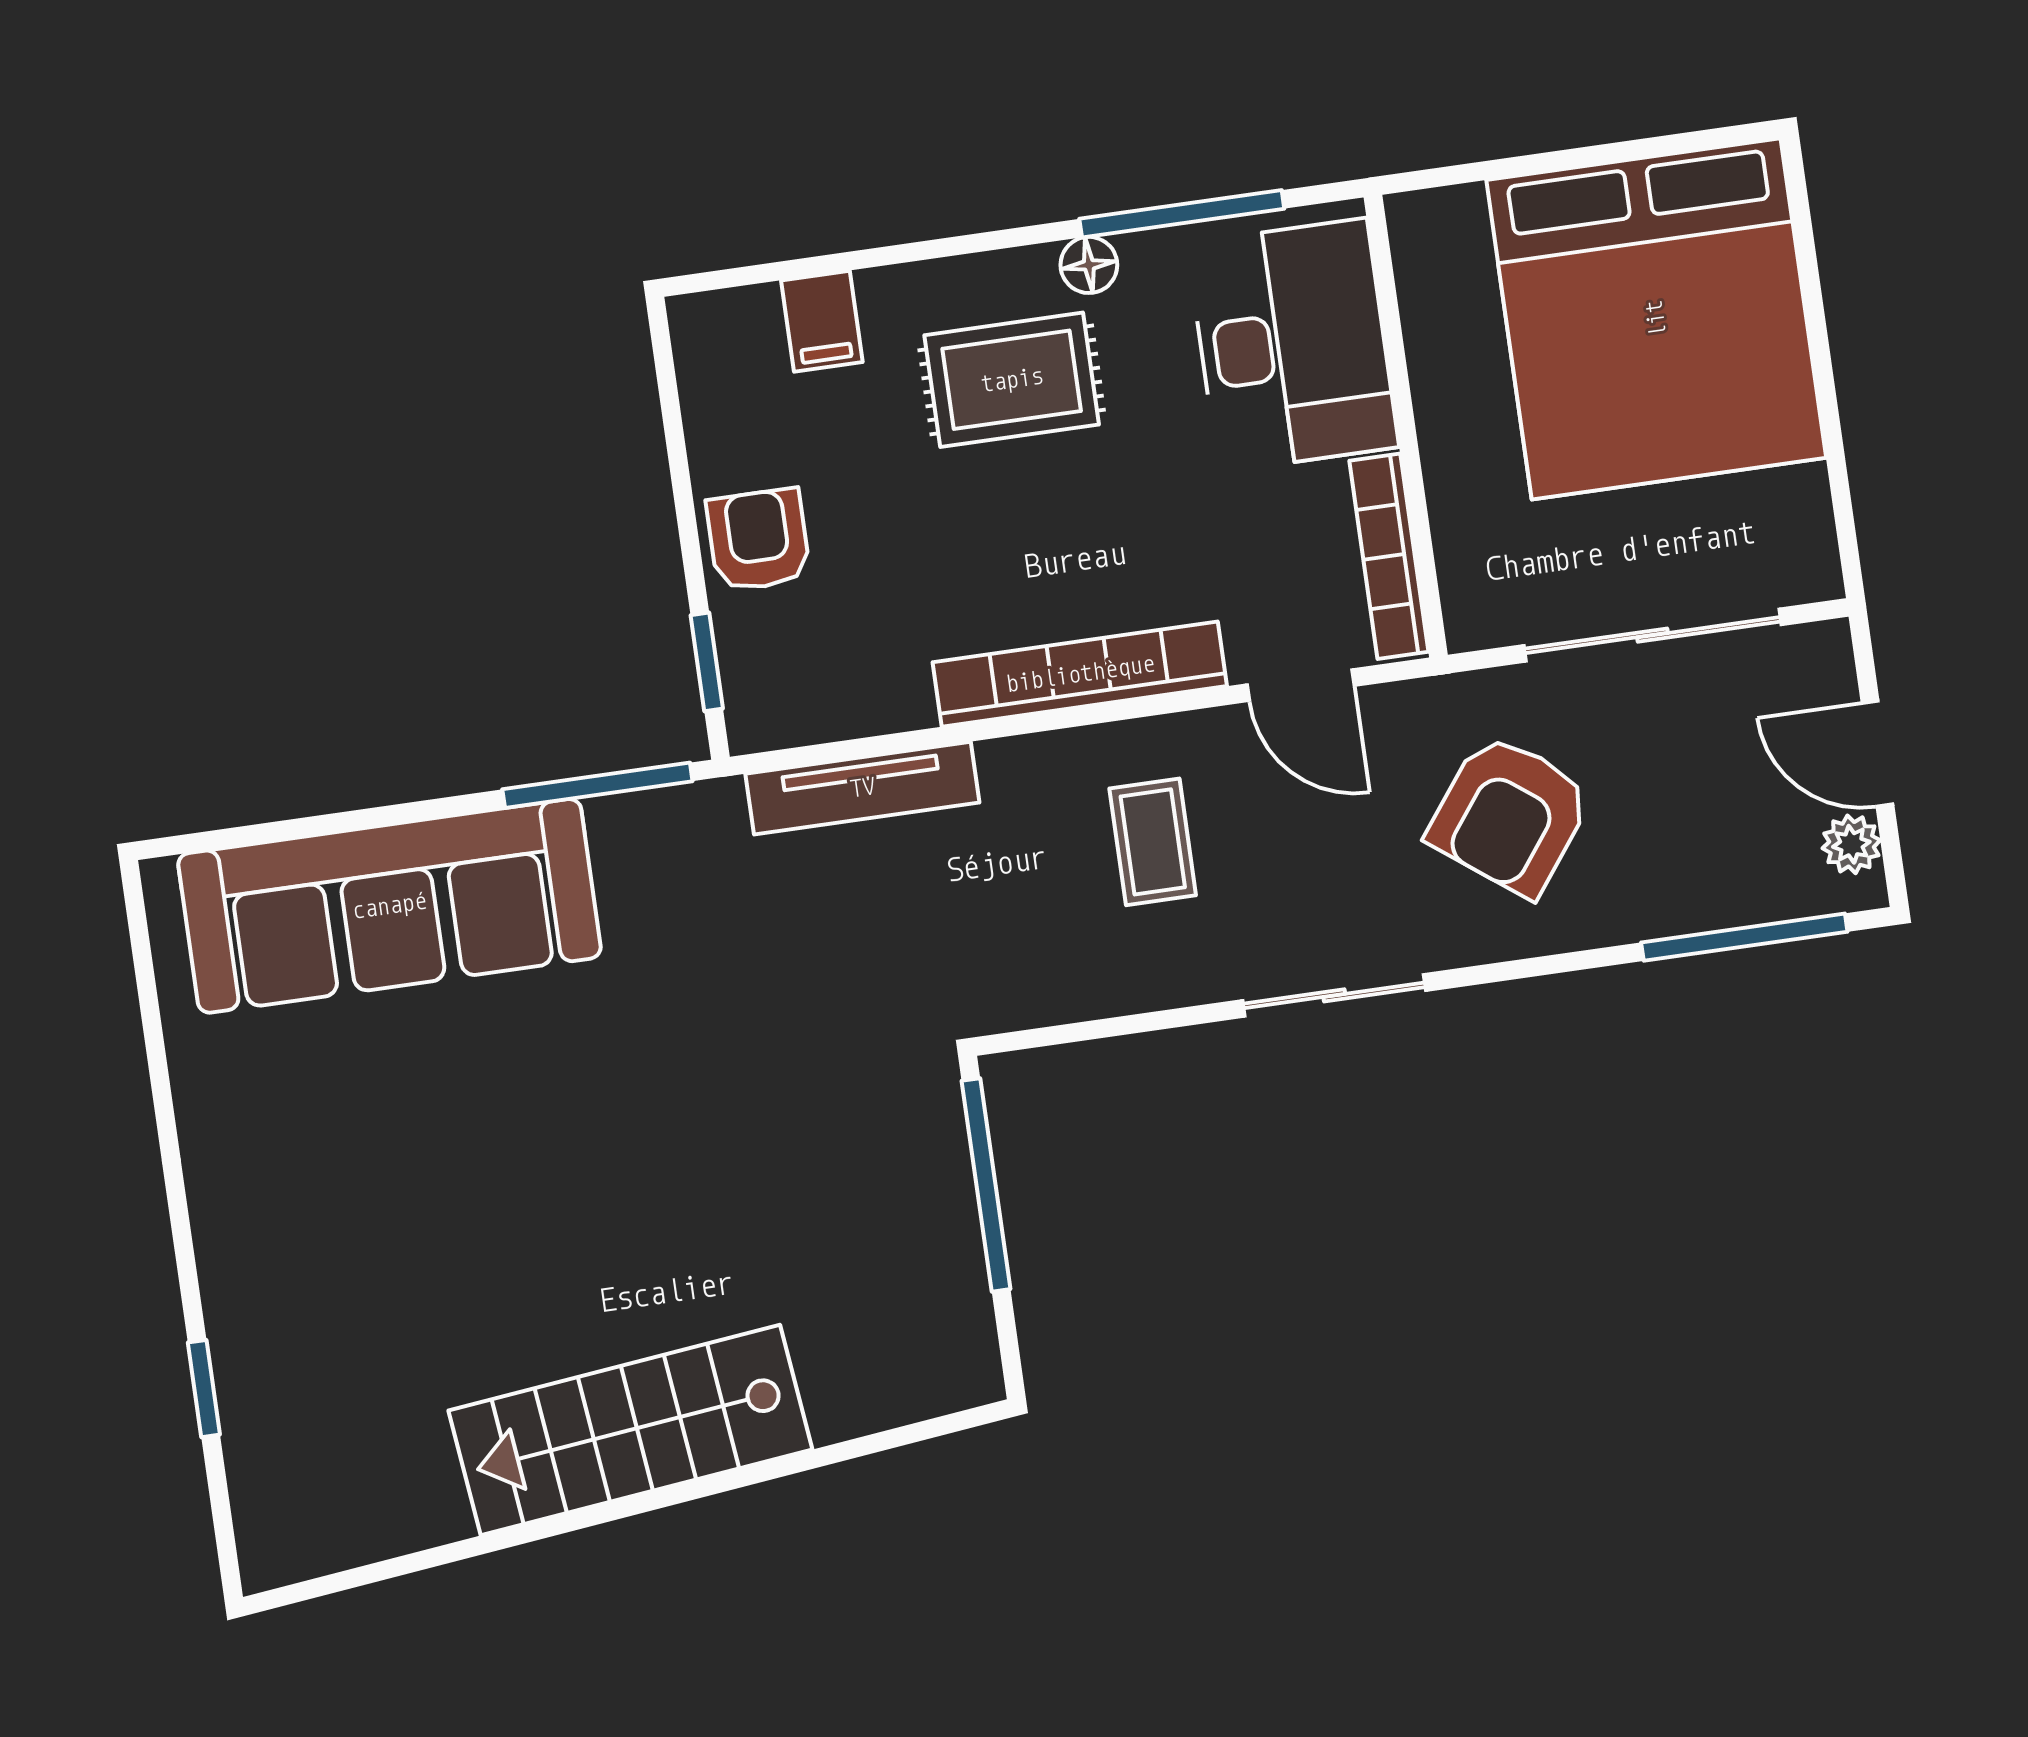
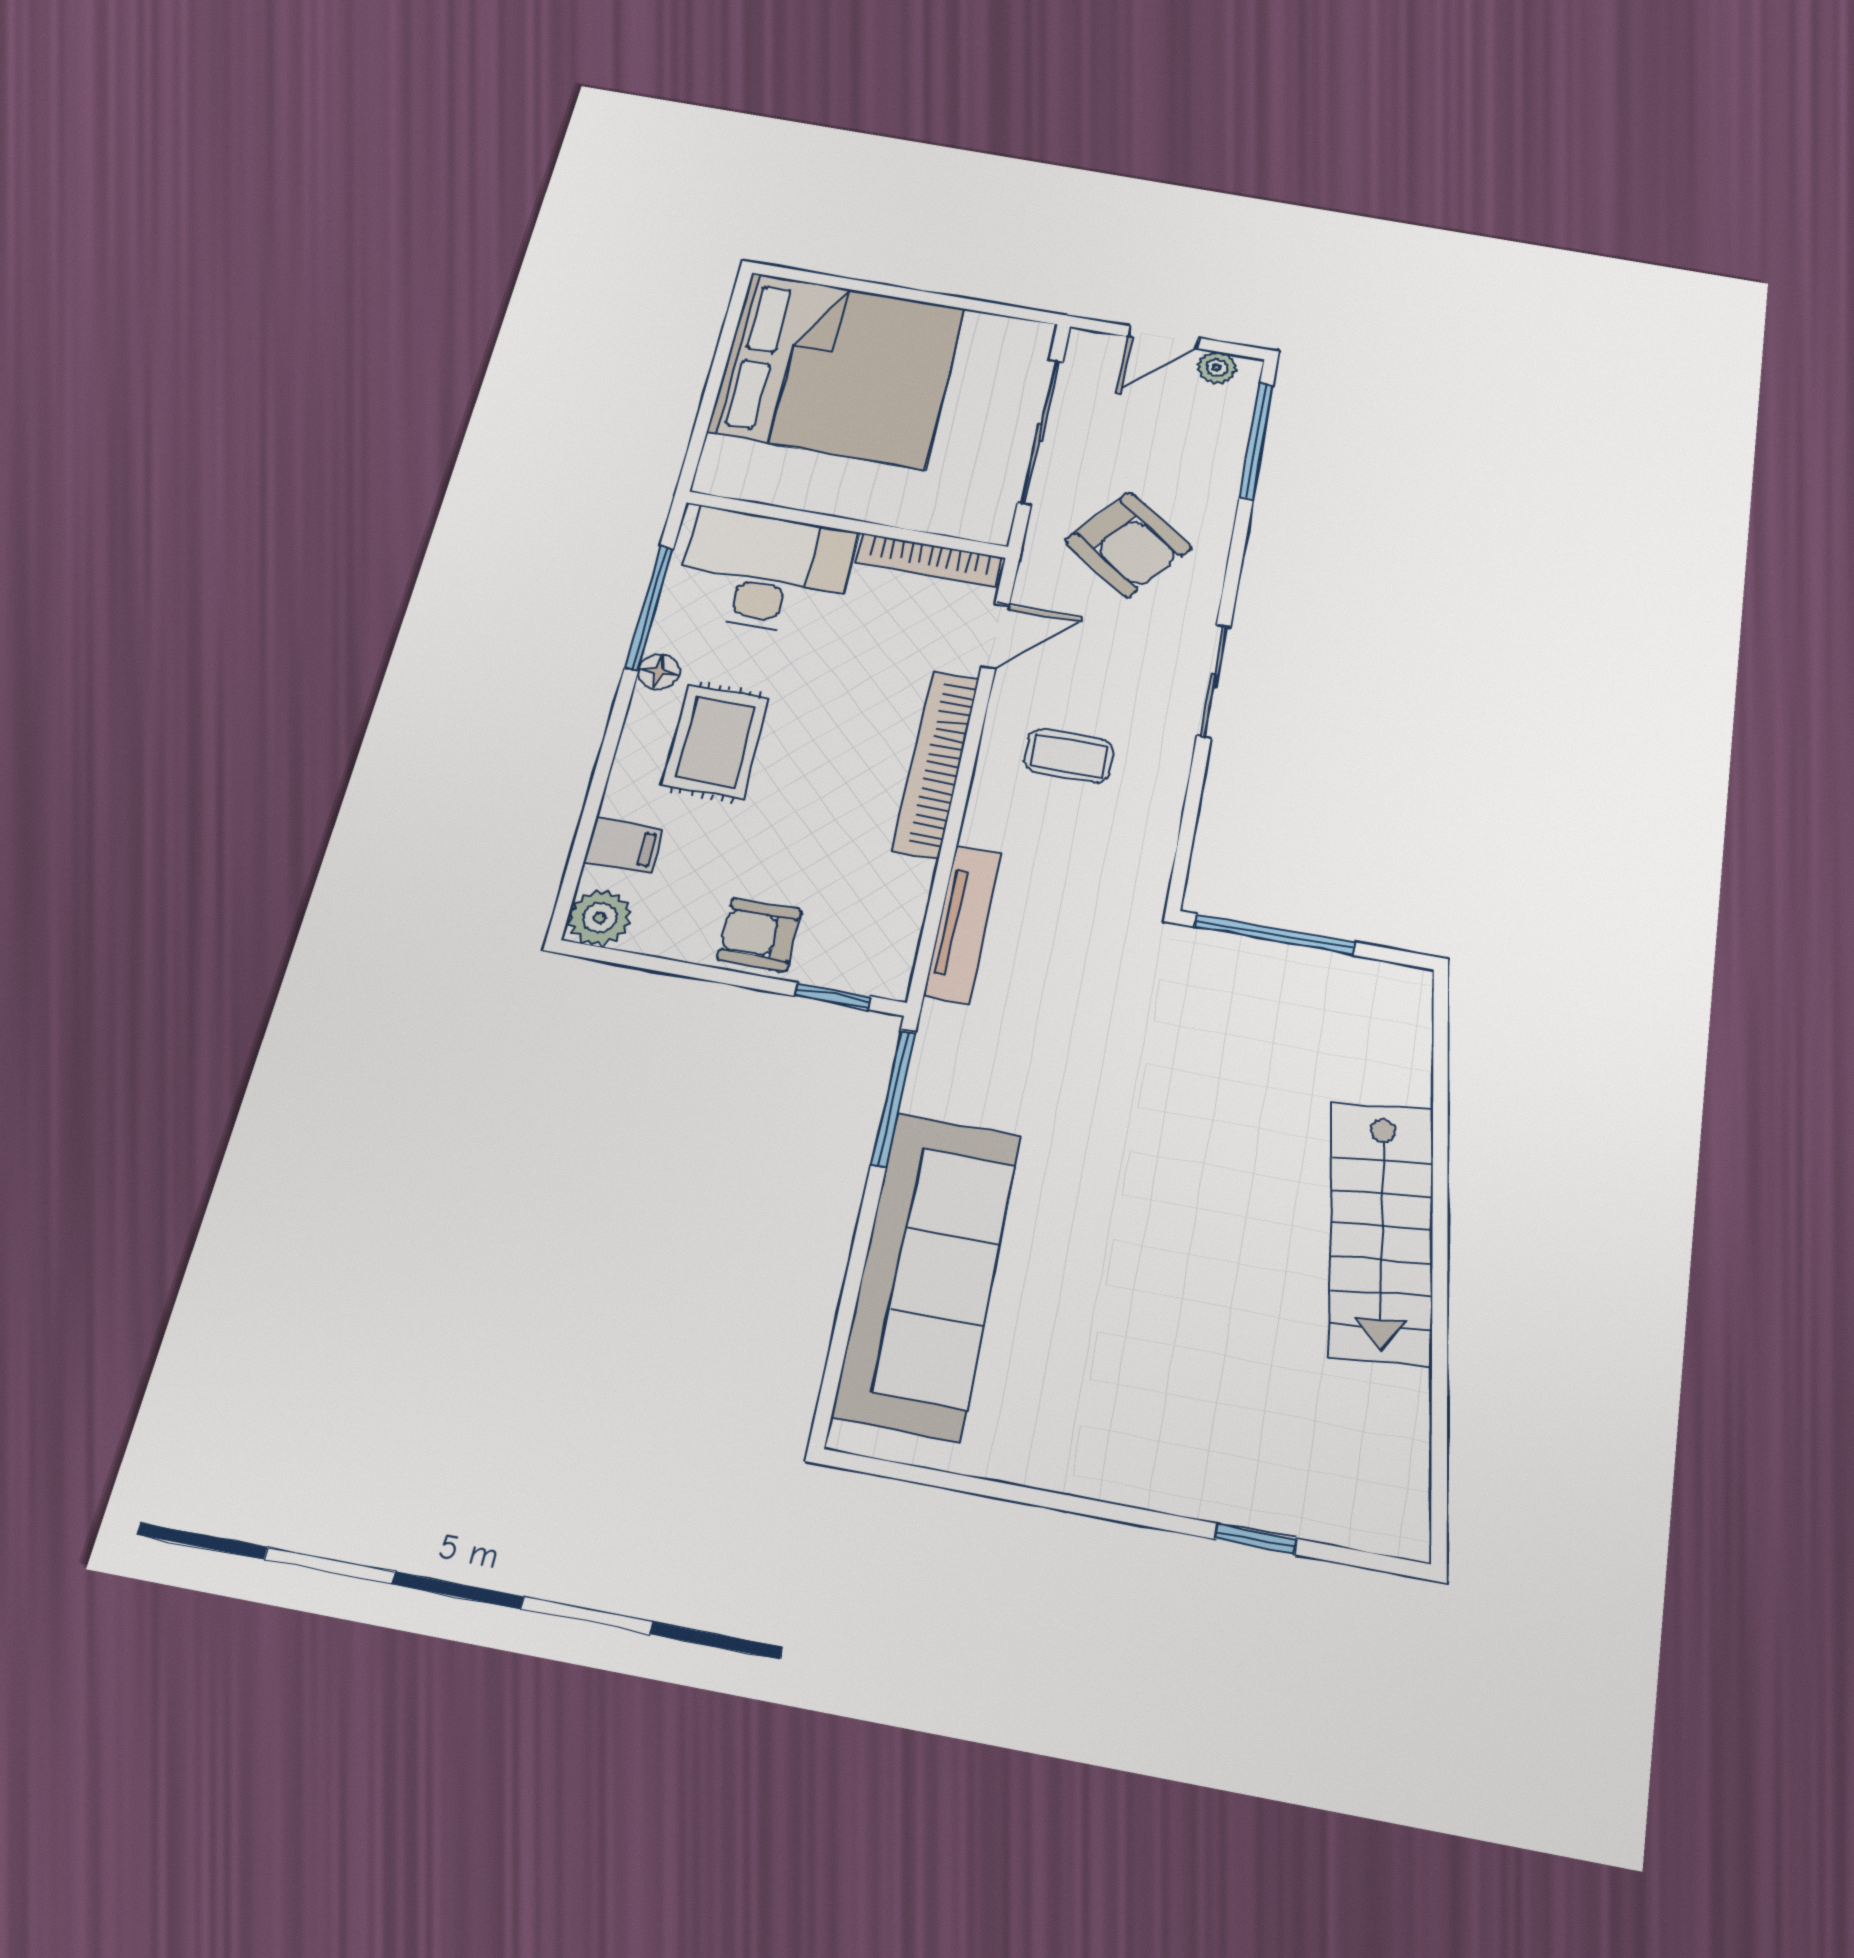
plant: (712, 332) -> (600, 918), added

